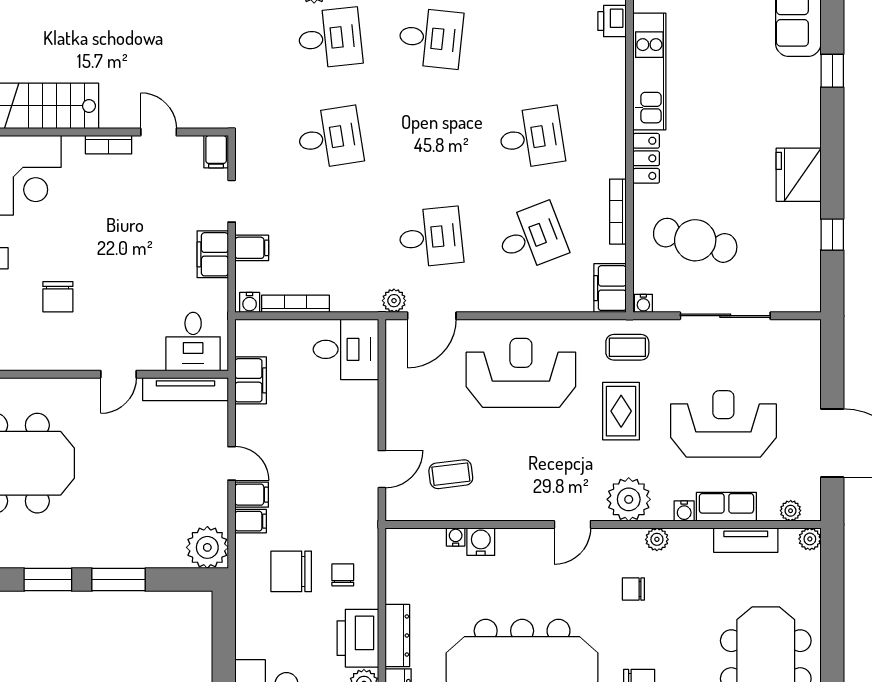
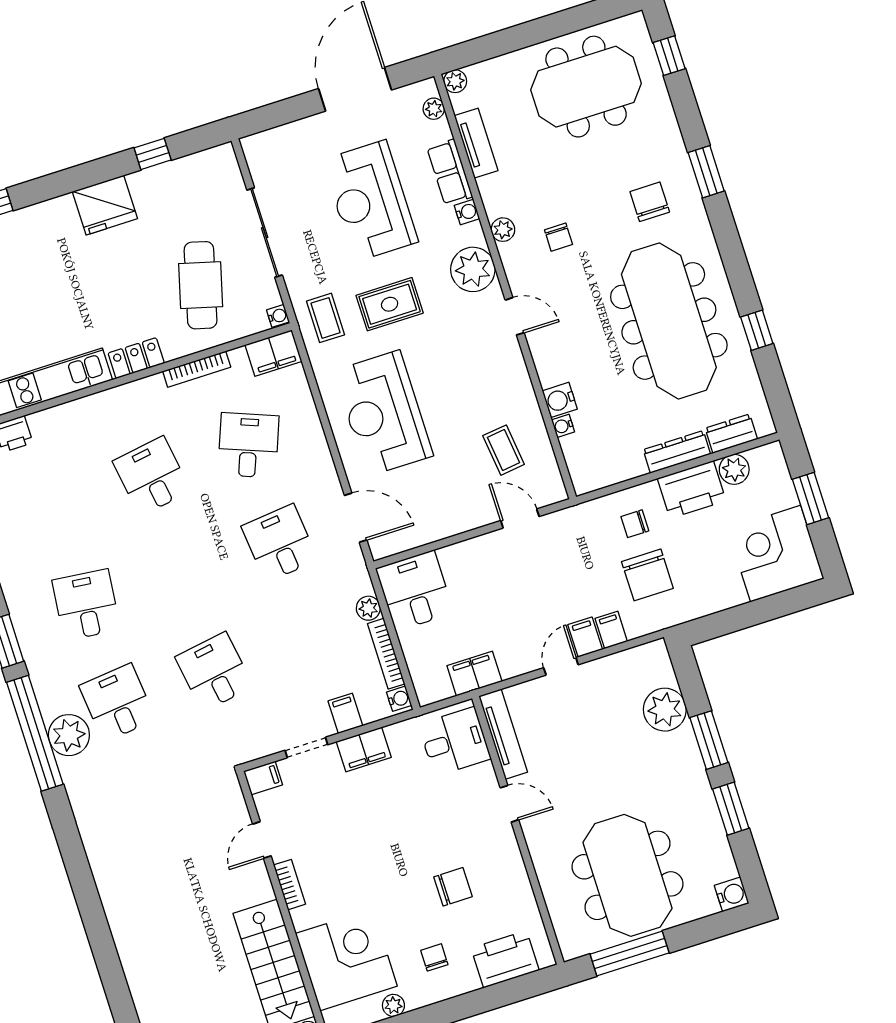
desk: (531, 237) -> (248, 445), turned 42
plant: (394, 301) -> (368, 608), moved
plant: (207, 547) -> (665, 710), moved

